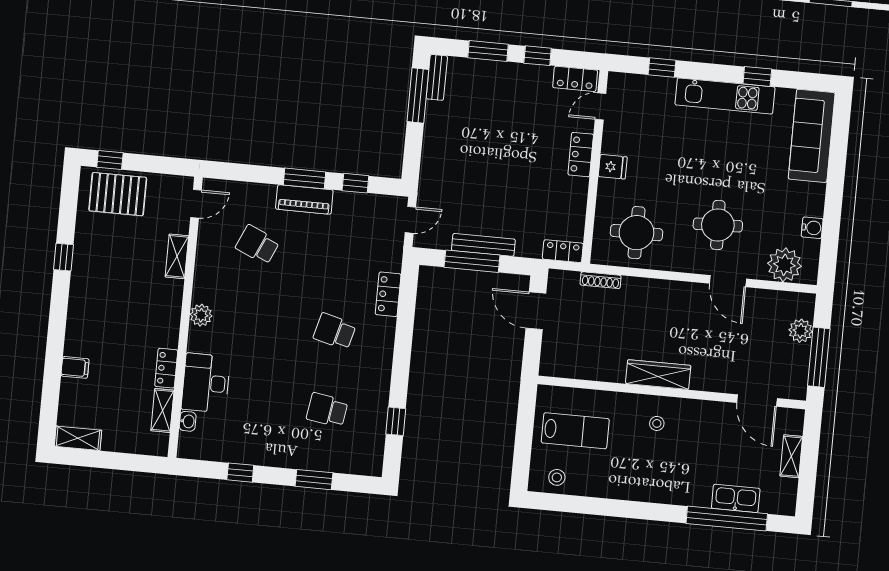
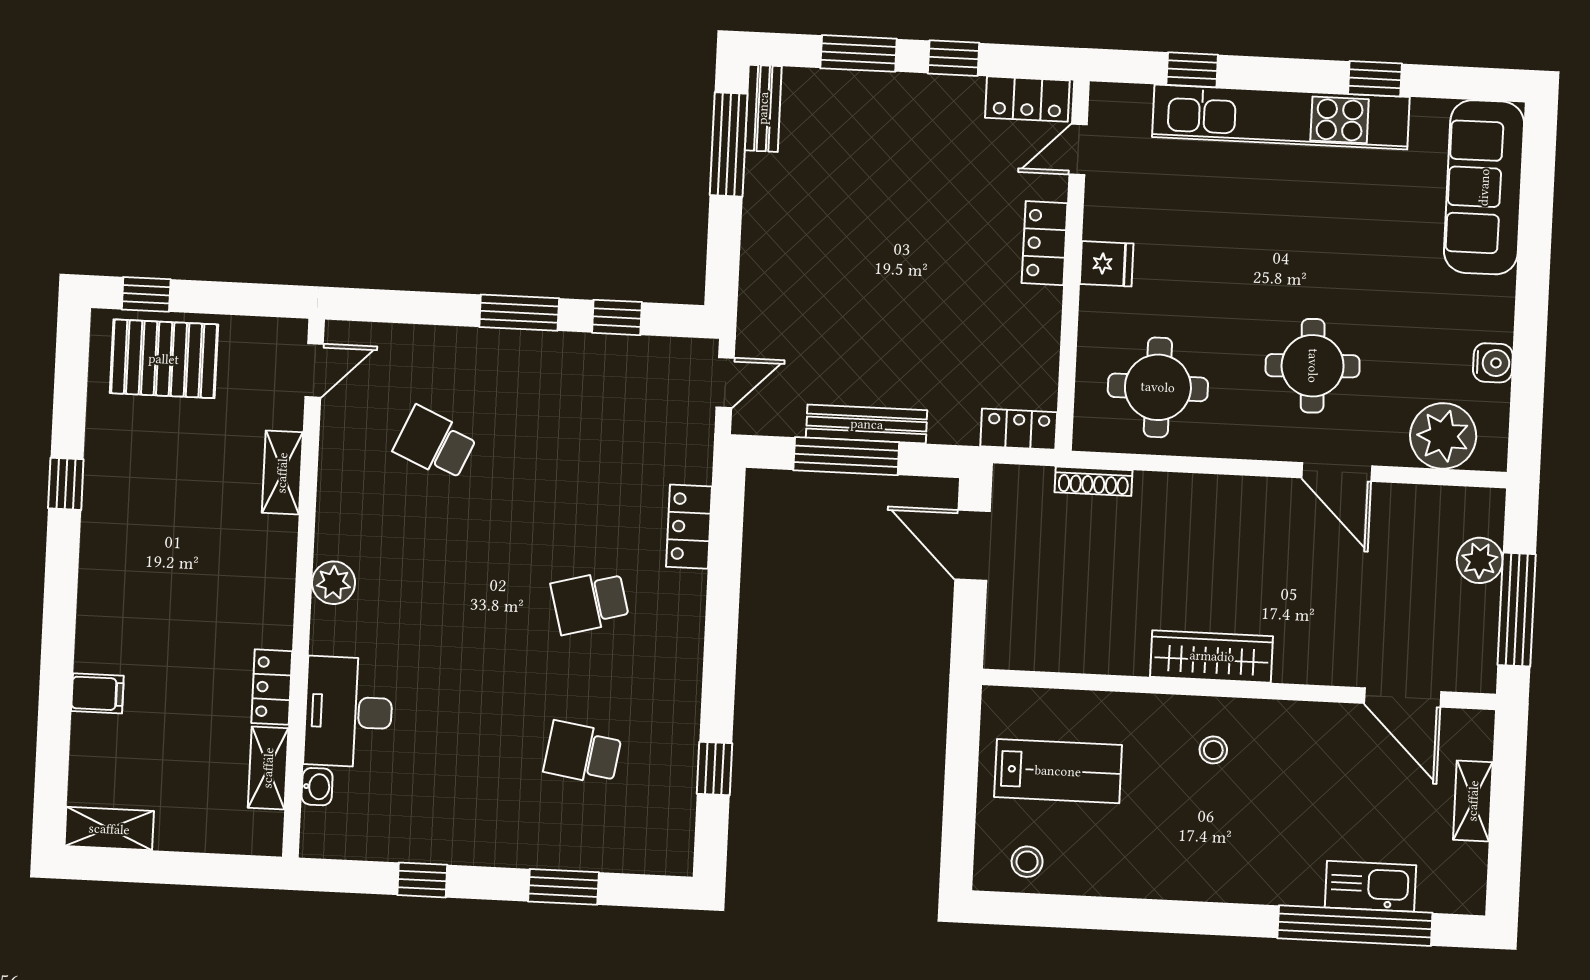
kitchen unit: (725, 96) -> (1281, 117), width x1.36
piano: (304, 200) -> (521, 353), removed
school desk: (335, 331) -> (590, 602), turned -30

